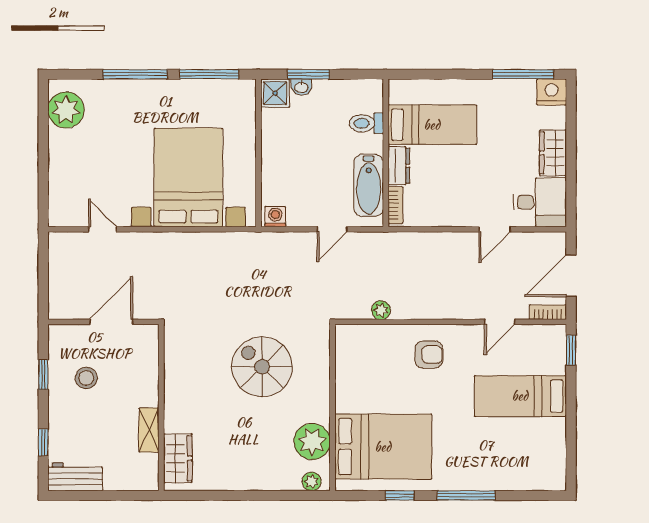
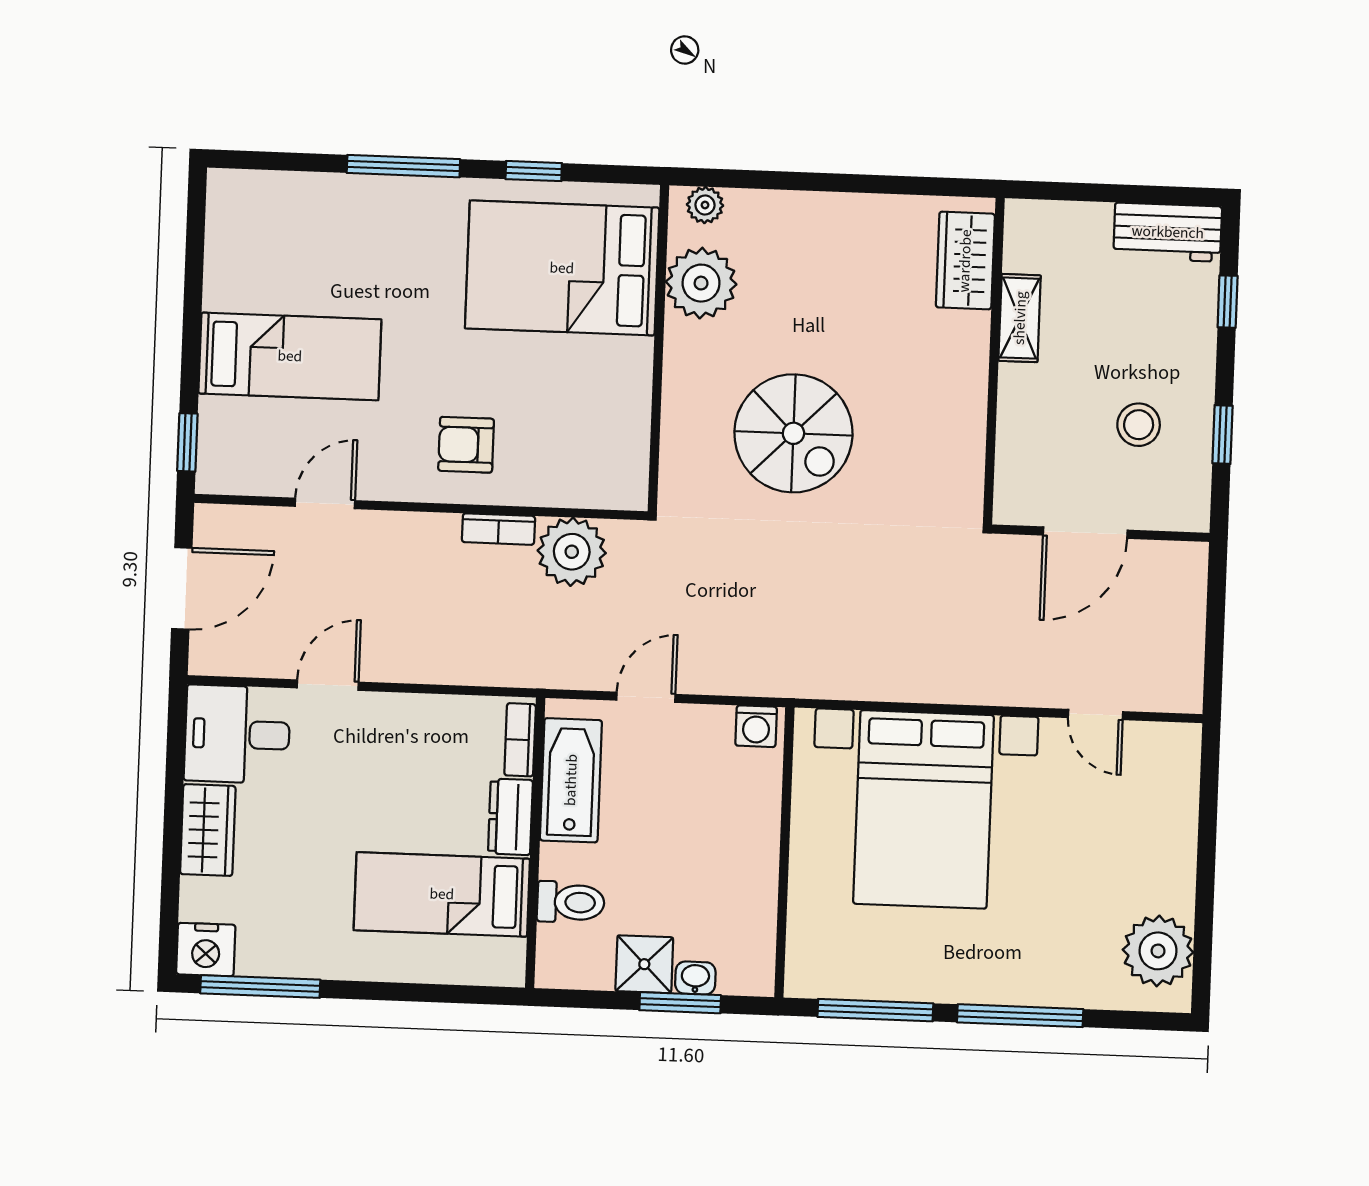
shower: (275, 93) -> (644, 964), moved
plant: (381, 310) -> (572, 552), width x1.87, depth x1.87
bookcase: (548, 312) -> (498, 529), moved

